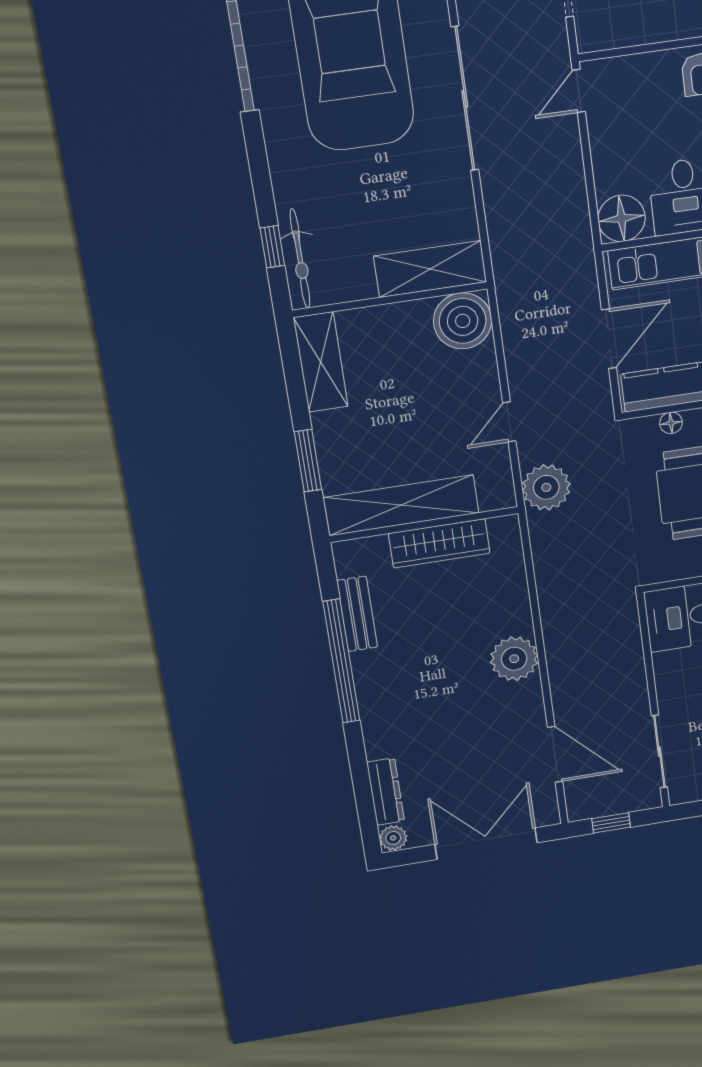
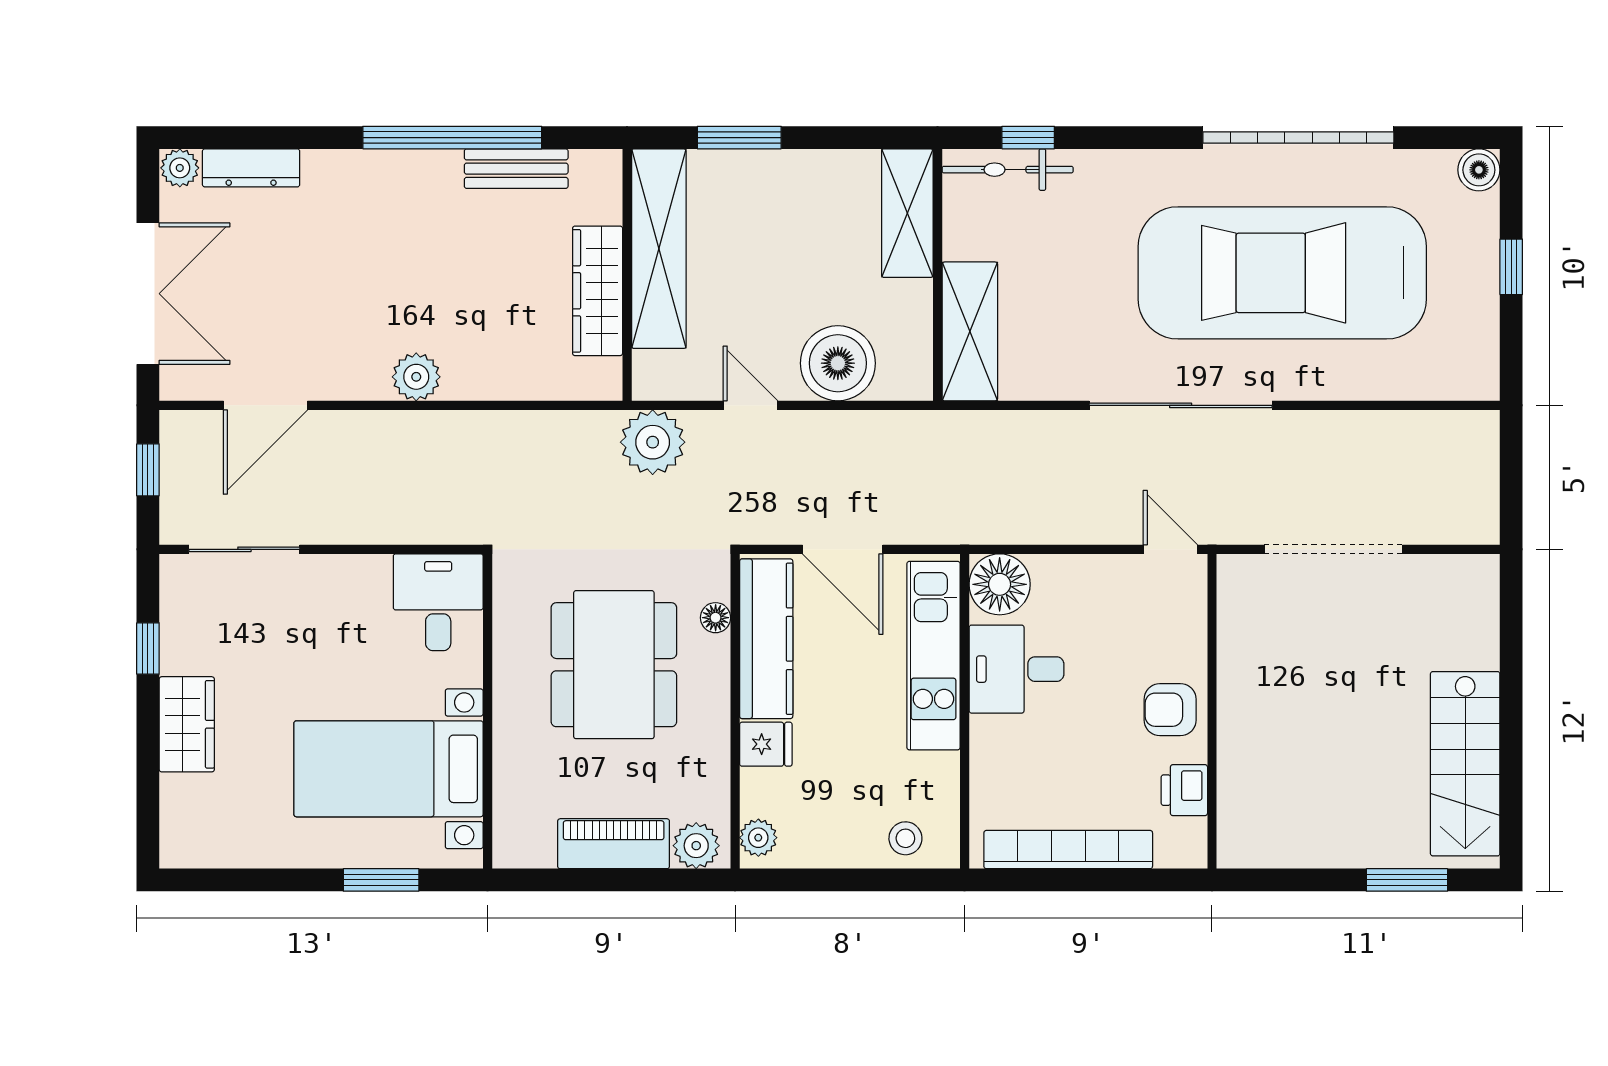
boiler: (463, 321) -> (838, 363), moved
shelving: (321, 362) -> (907, 213), moved, turned 90
plant: (514, 659) -> (416, 377), width x0.73, depth x0.73

